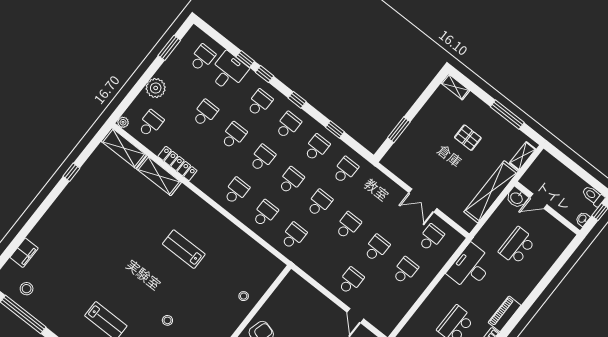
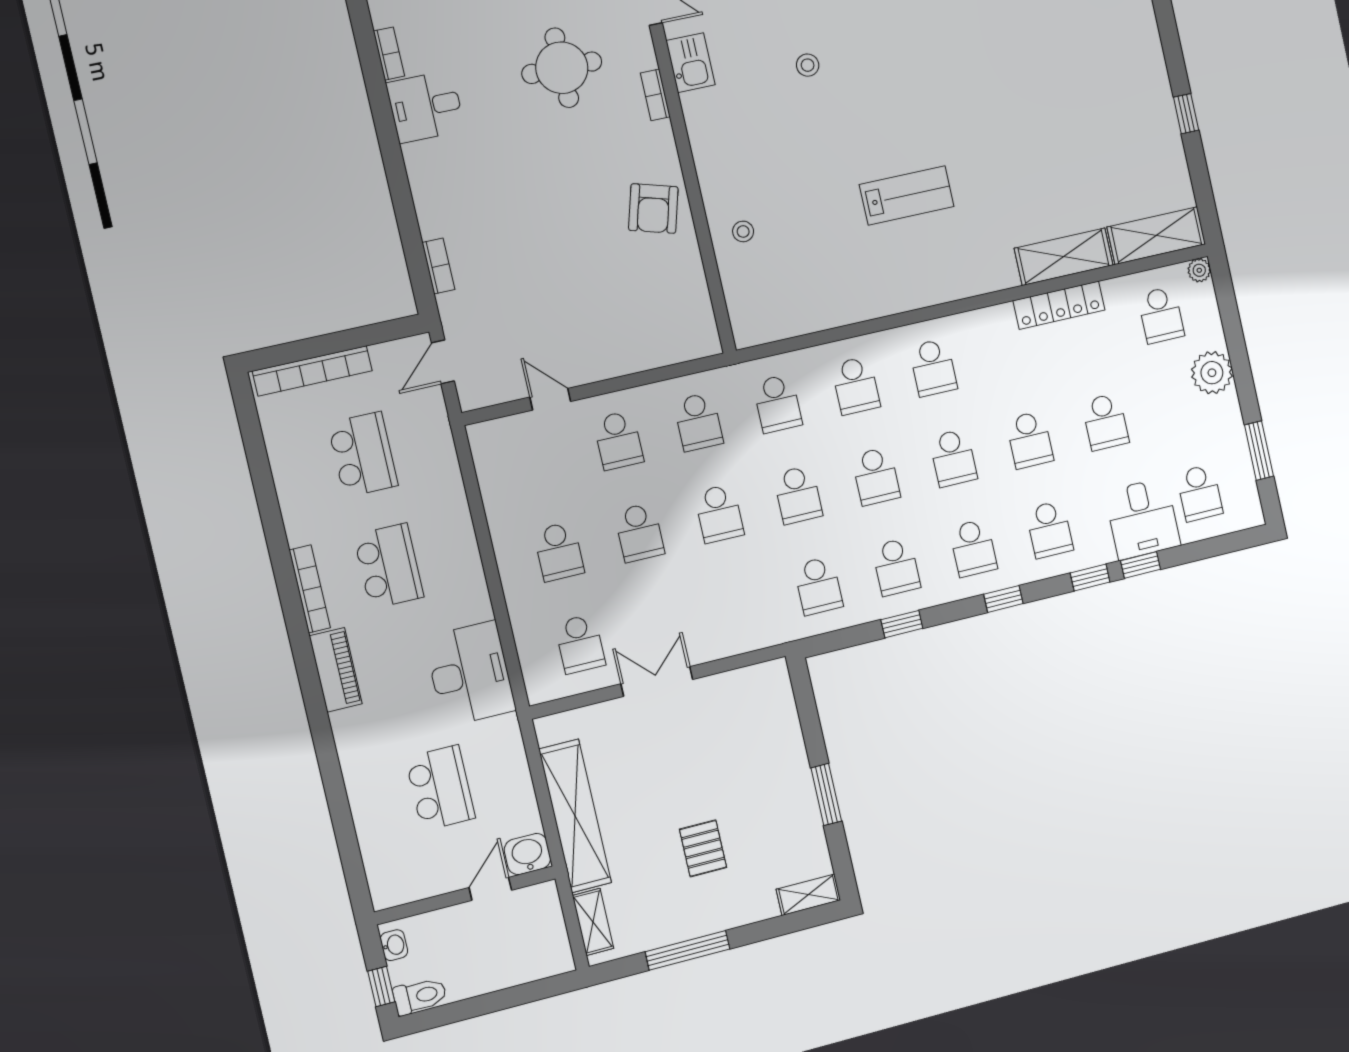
window: (399, 130) -> (826, 794), moved
pallet: (468, 138) -> (703, 848), turned 90
school desk: (322, 258) -> (698, 422), added

